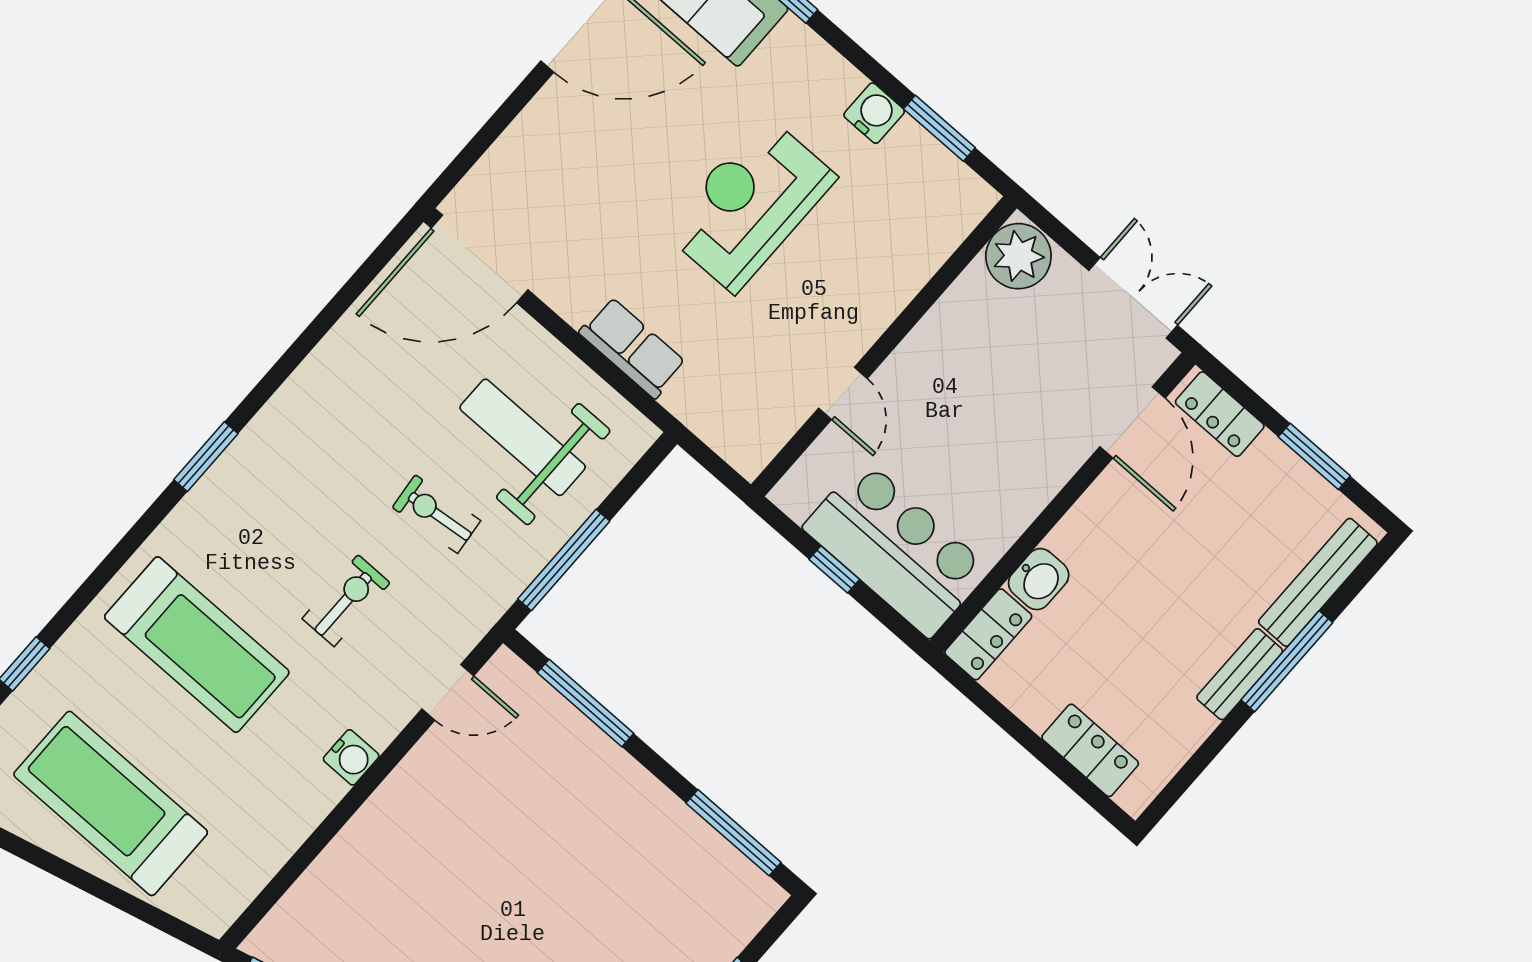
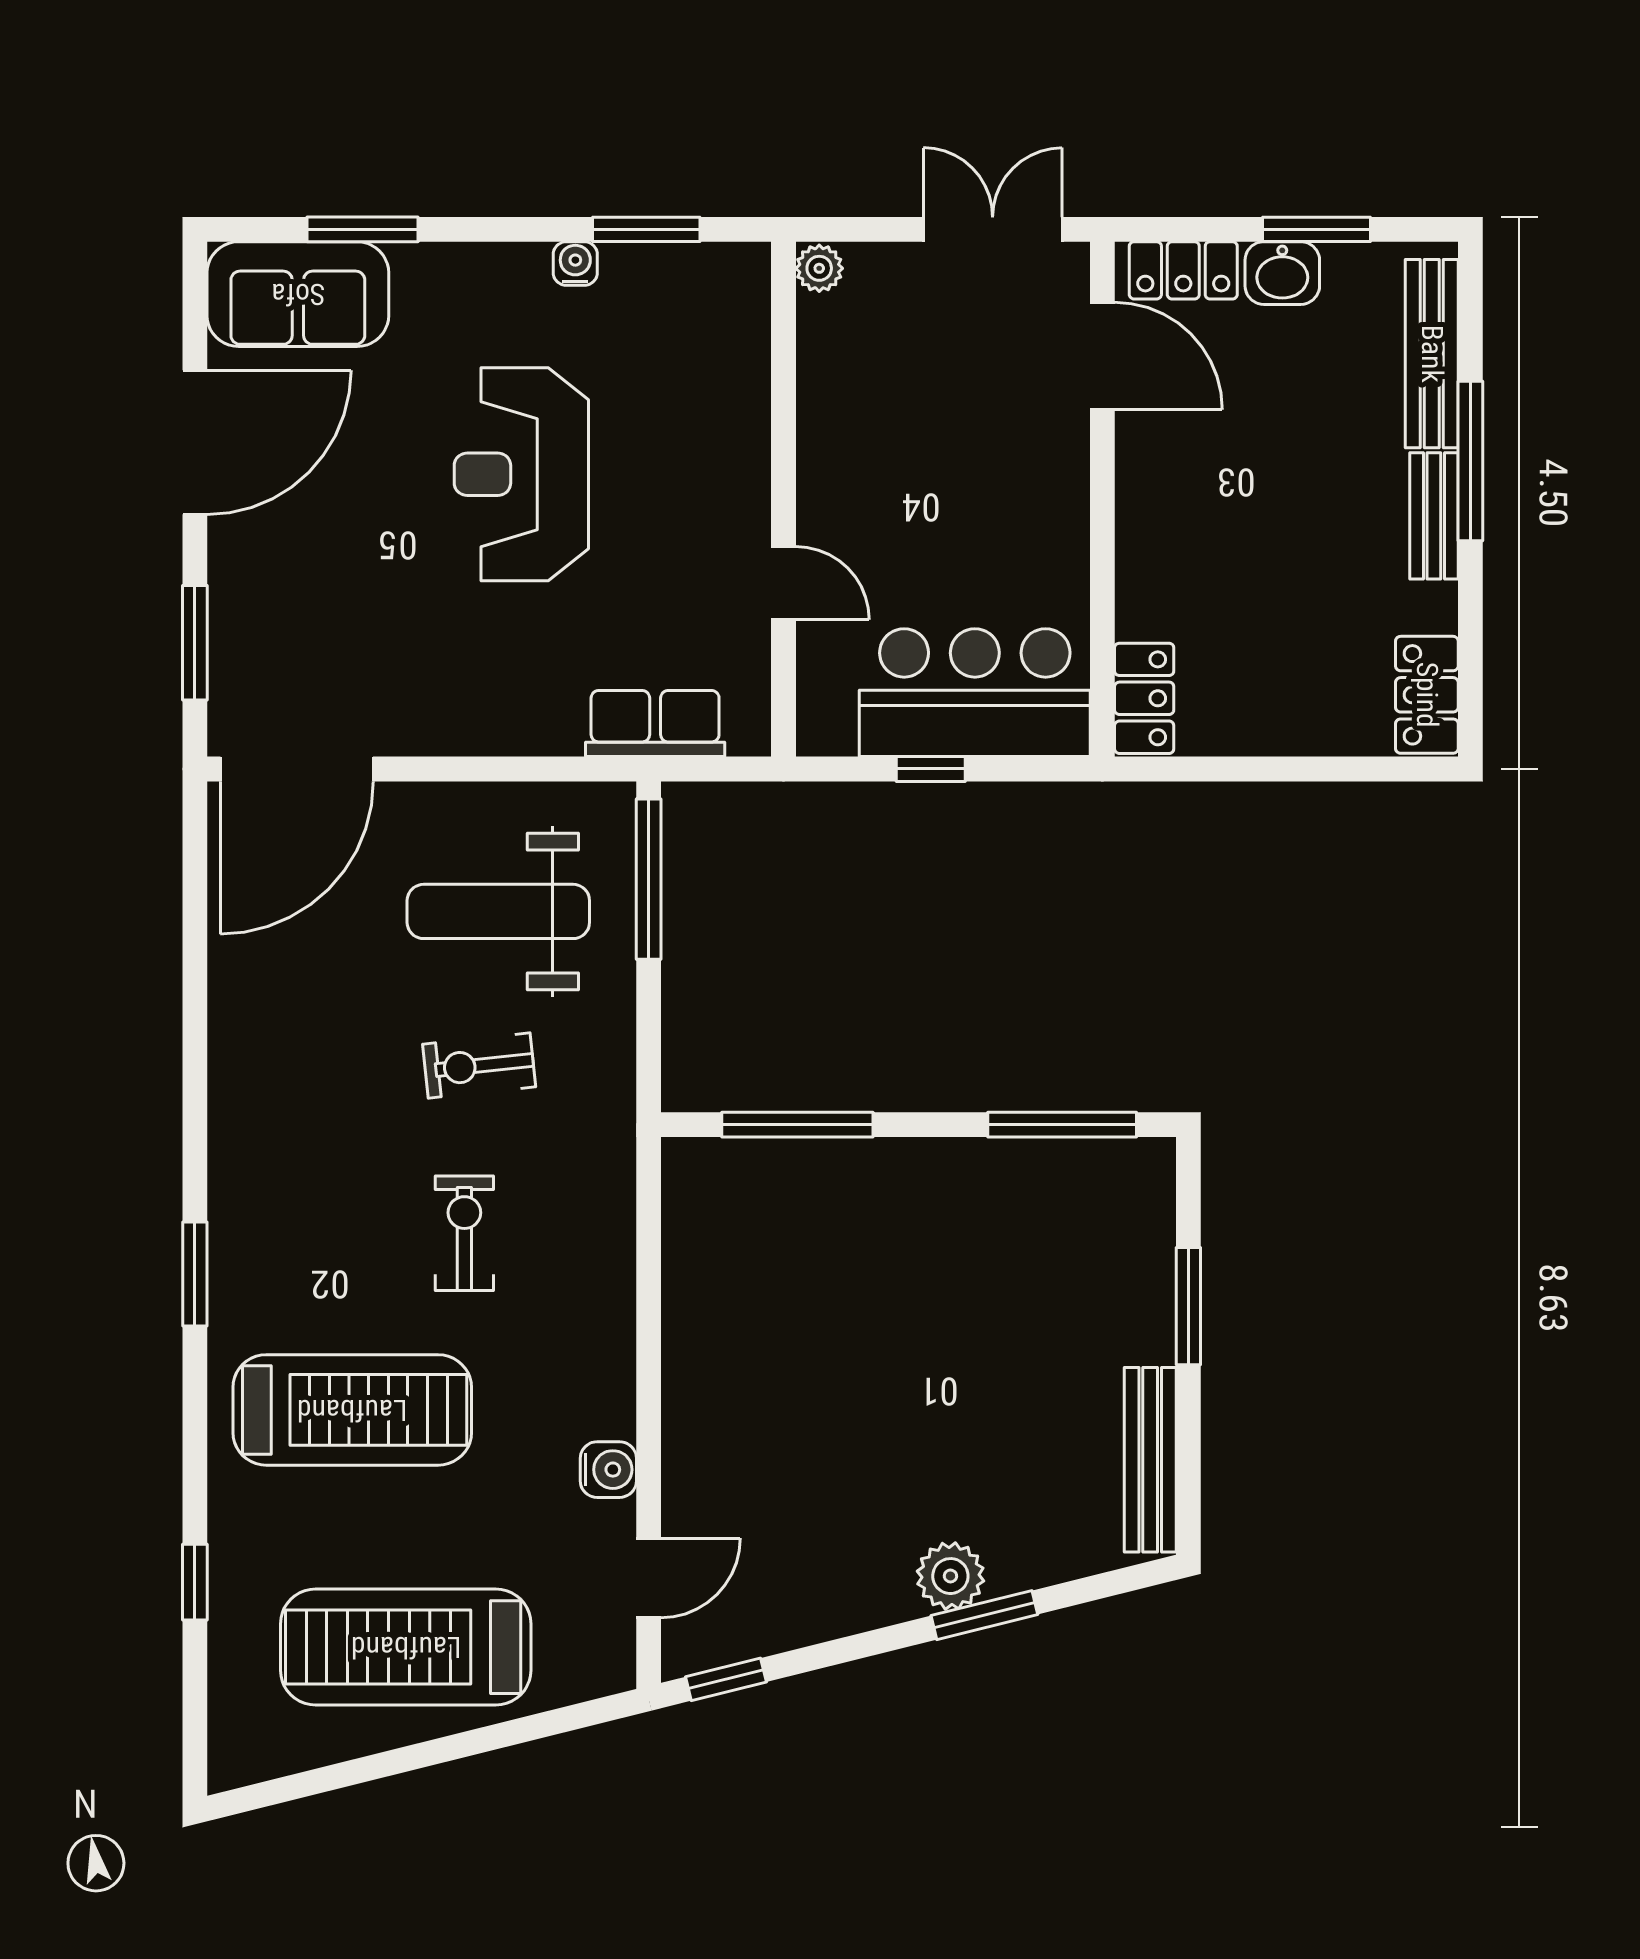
water cooler: (874, 113) -> (575, 264), width x0.72, depth x0.72
window: (484, 138) -> (195, 643), added
plant: (1018, 256) -> (819, 268), width x0.53, depth x0.53
row of seats: (632, 348) -> (655, 724), moved
window: (206, 457) -> (195, 1274), moved
window: (564, 560) -> (649, 879), moved
washbasin: (1039, 579) -> (1282, 273), moved, turned 90
door: (448, 692) -> (649, 1578), moved
locker: (1090, 750) -> (1427, 695), moved, turned -90
water cooler: (351, 757) -> (608, 1470), moved

